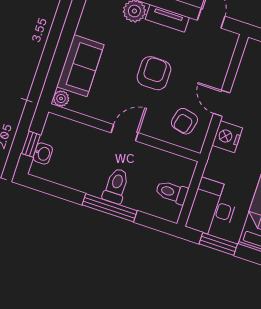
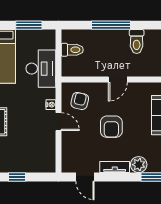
nightstand: (227, 137) -> (51, 105), width x0.53, depth x0.56
toilet: (116, 186) -> (137, 41), moved
desk: (213, 208) -> (41, 69), moved

